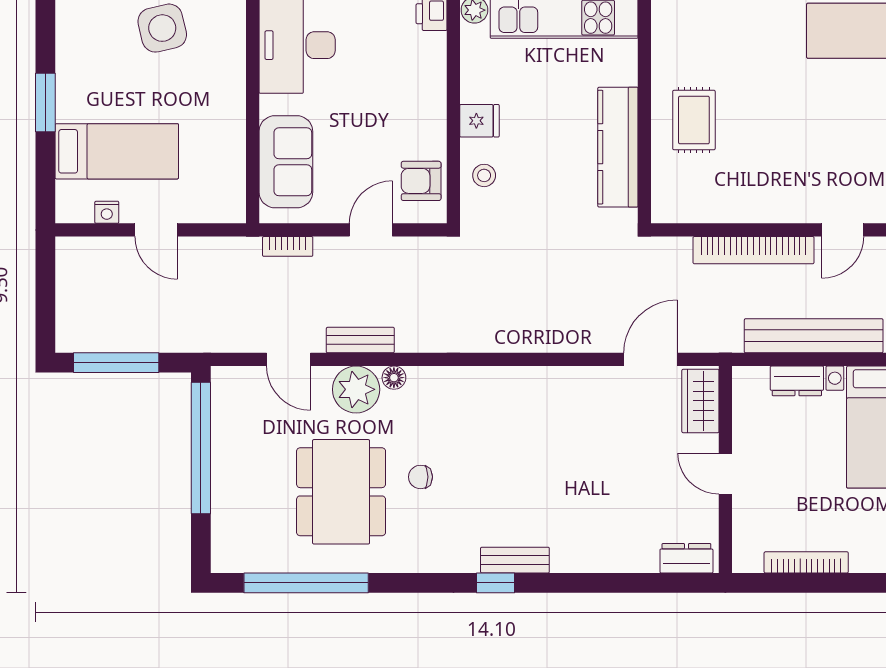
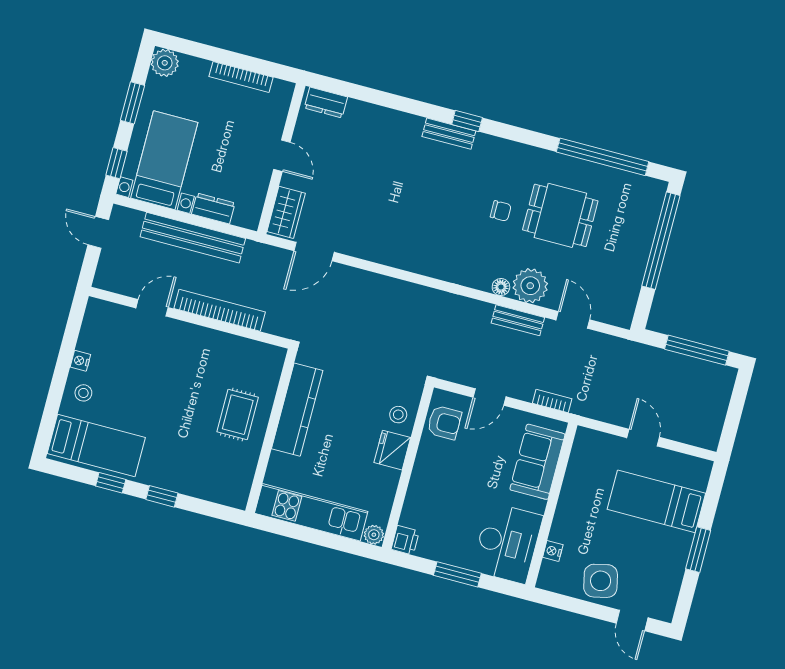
fridge: (480, 121) -> (392, 450), width x1.38
nightstand: (107, 212) -> (553, 551), moved, turned -90
window: (201, 448) -> (661, 241), moved
dining table: (341, 492) -> (560, 215), width x0.73

